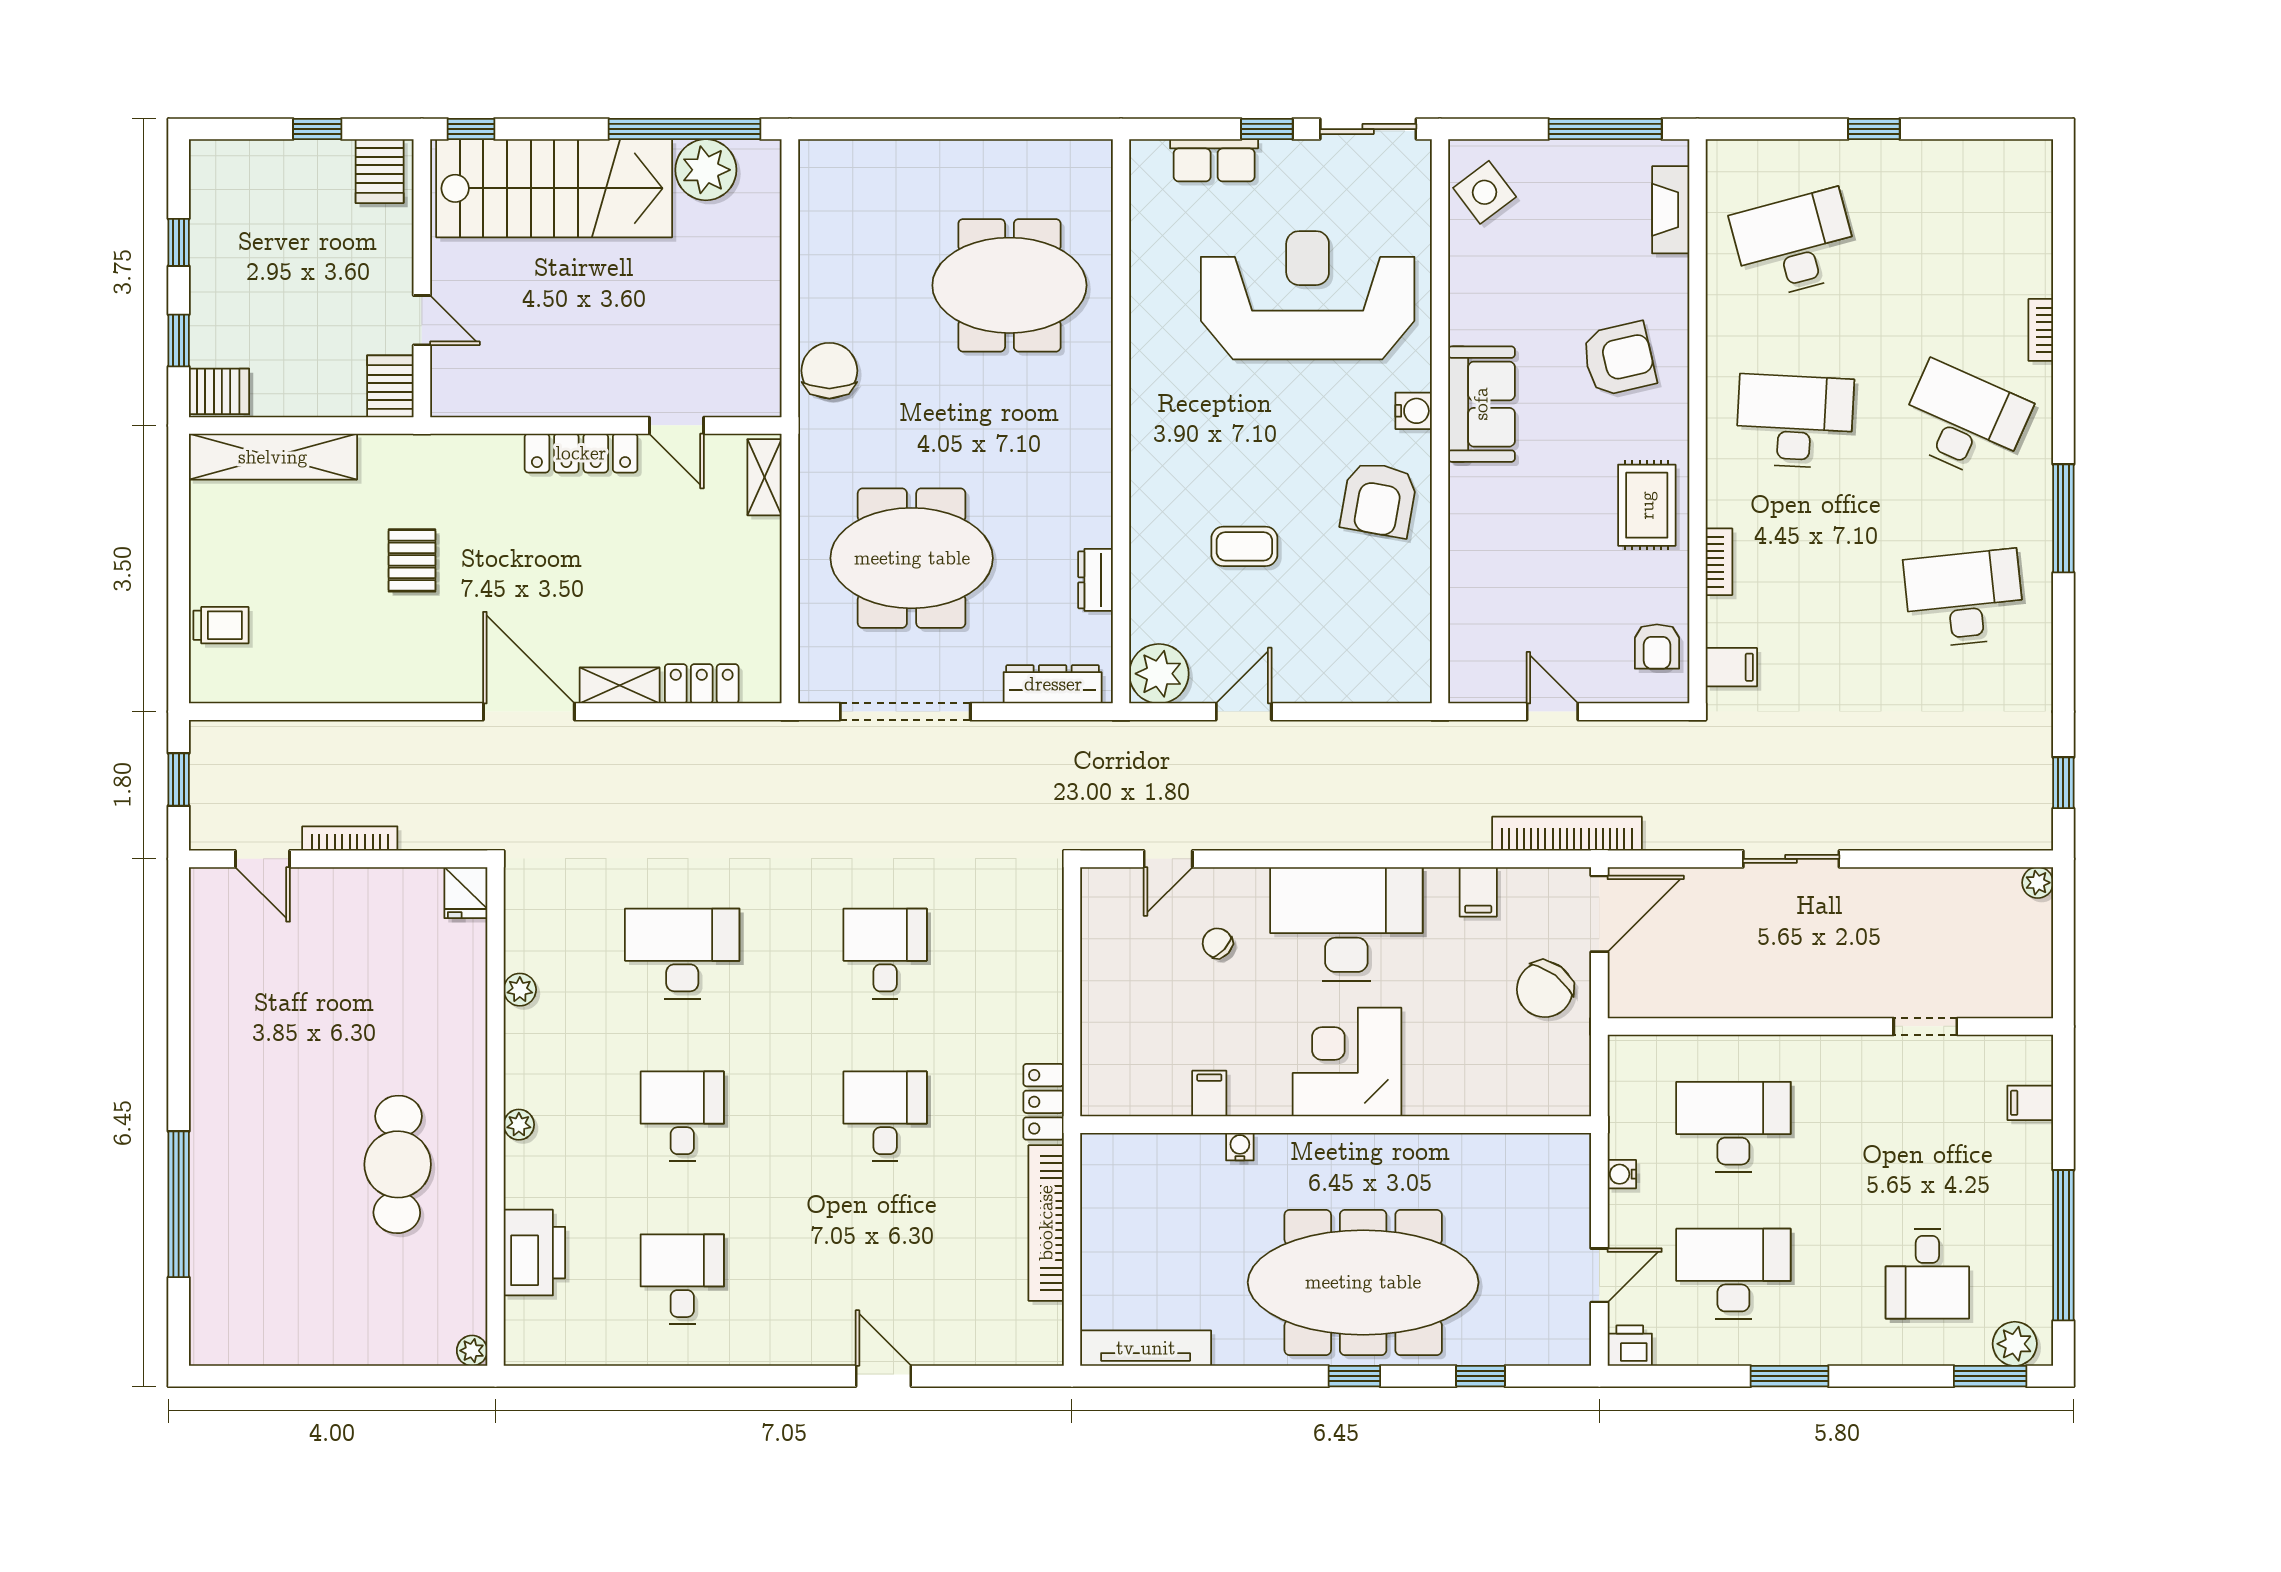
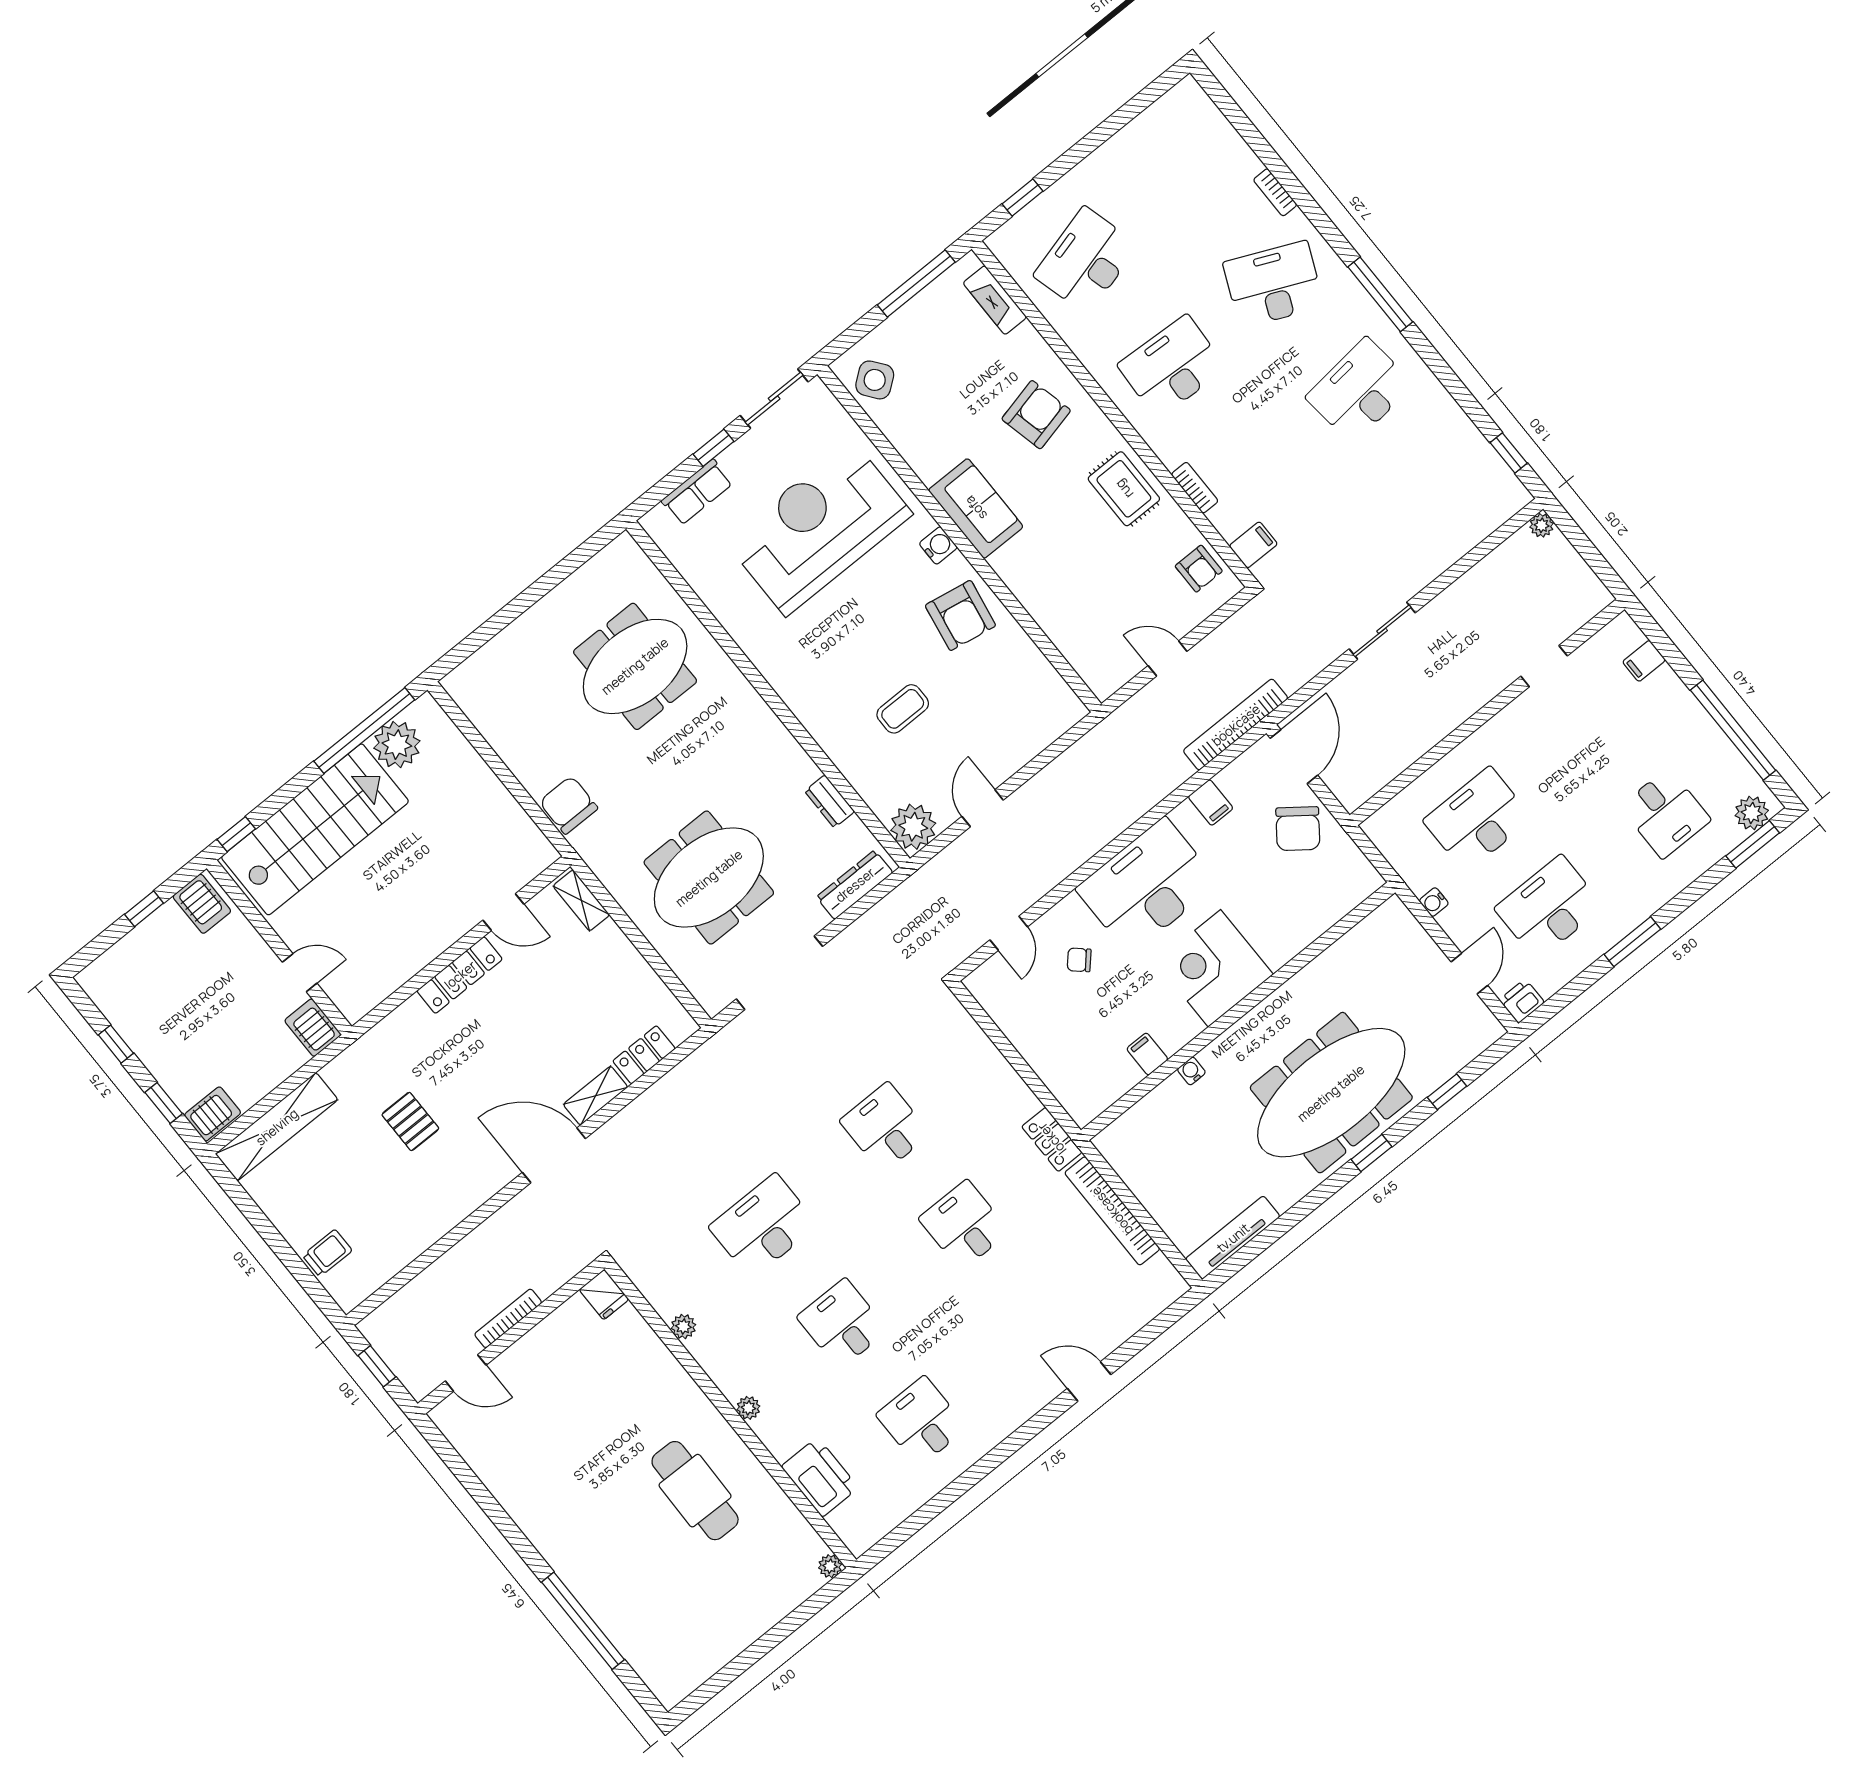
window: (1874, 129) -> (1022, 198), moved

